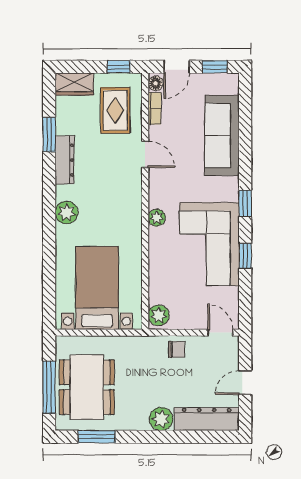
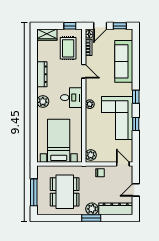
window: (49, 135) -> (34, 61), removed
desk: (121, 205) -> (71, 98), added
dining table: (87, 387) -> (65, 192), moved
window: (97, 437) -> (91, 218), moved

